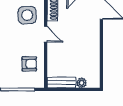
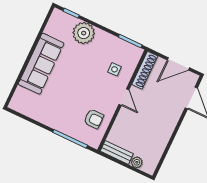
side table: (27, 15) -> (114, 69), width x0.54, depth x0.54

